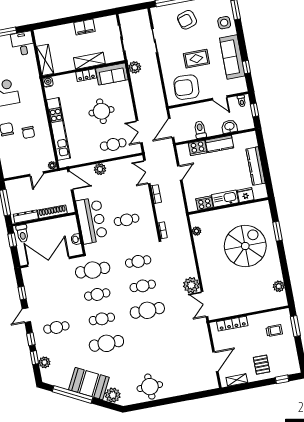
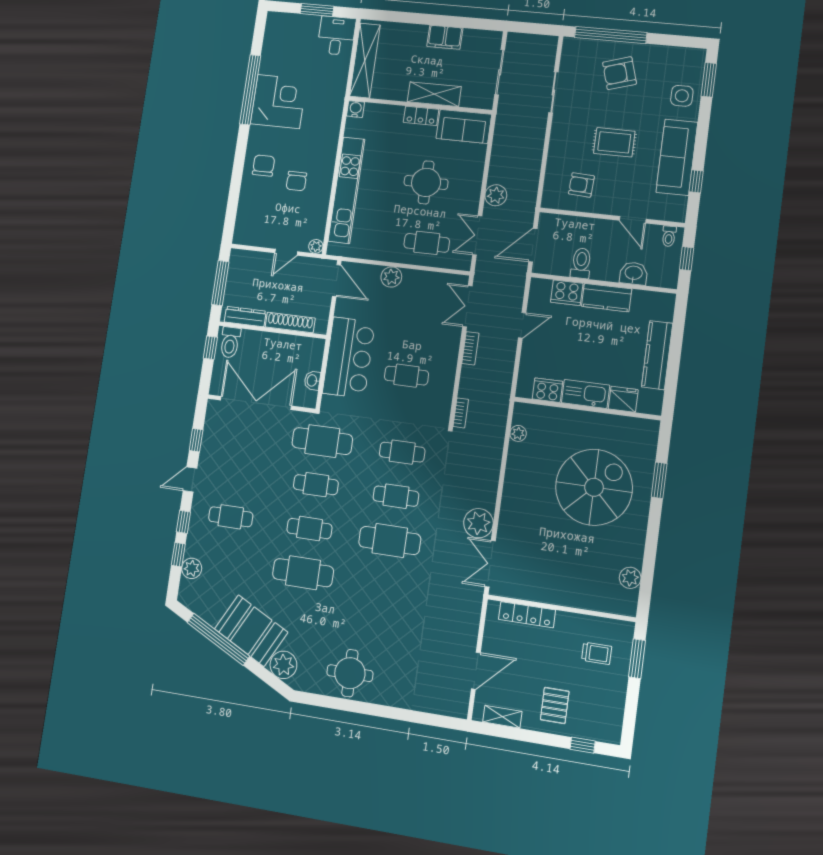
shelving: (45, 60) -> (365, 60), width x1.47
plant: (135, 67) -> (496, 195), moved
armchair: (186, 87) -> (581, 185), width x0.53, depth x0.53

